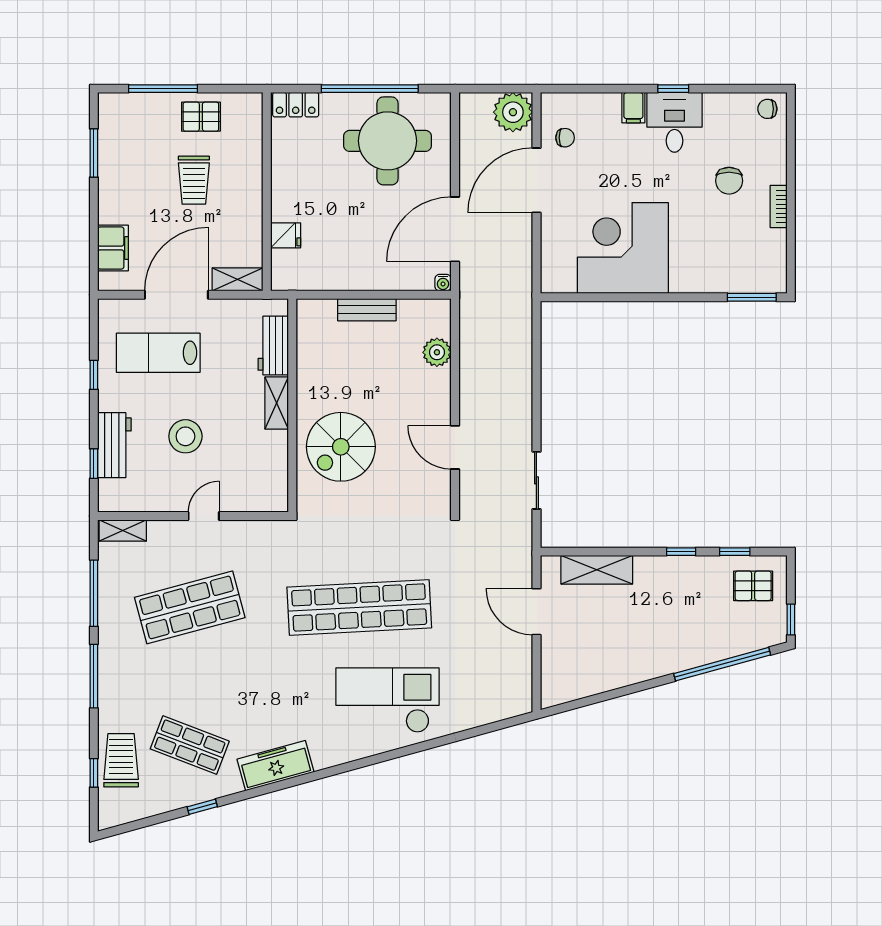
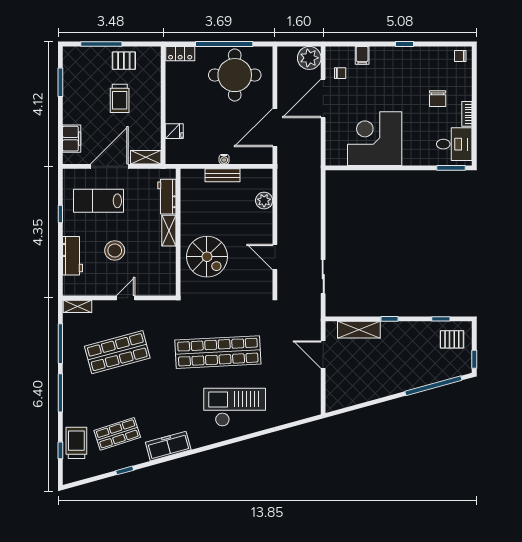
filing cabinet: (633, 108) -> (362, 55), moved
desk: (674, 122) -> (454, 144), moved, turned 90
water cooler: (443, 283) -> (224, 159), moved
spiral stairs: (341, 447) -> (207, 257), turned -90
window: (94, 464) -> (60, 267), removed
window: (681, 552) -> (389, 319), moved
shop shelf: (190, 745) -> (117, 434), turned -39

